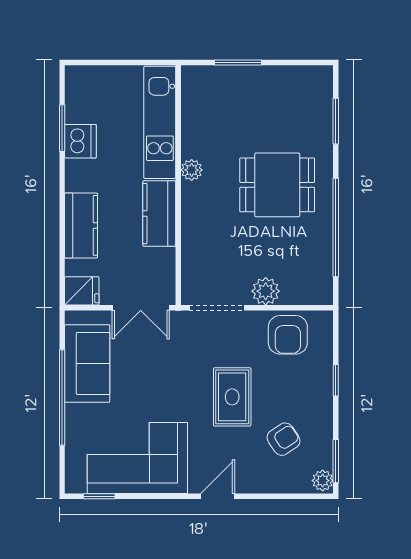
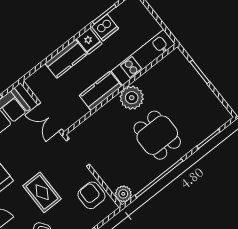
plant: (192, 170) -> (132, 98), width x1.87, depth x1.87
fridge: (82, 291) -> (89, 41), moved
plant: (266, 291) -> (123, 194), moved
armchair: (288, 335) -> (91, 195), turned 90
rug: (232, 397) -> (42, 192), turned 90

